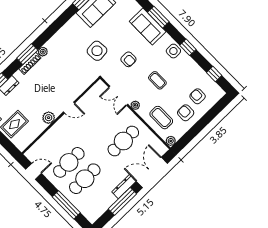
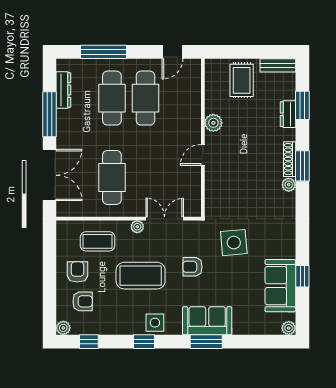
coffee table: (157, 80) -> (141, 276), width x1.86, depth x1.72
armchair: (186, 113) -> (77, 272), turned -90
plant: (171, 141) -> (63, 328), moved
dresser: (124, 187) -> (63, 90), moved

